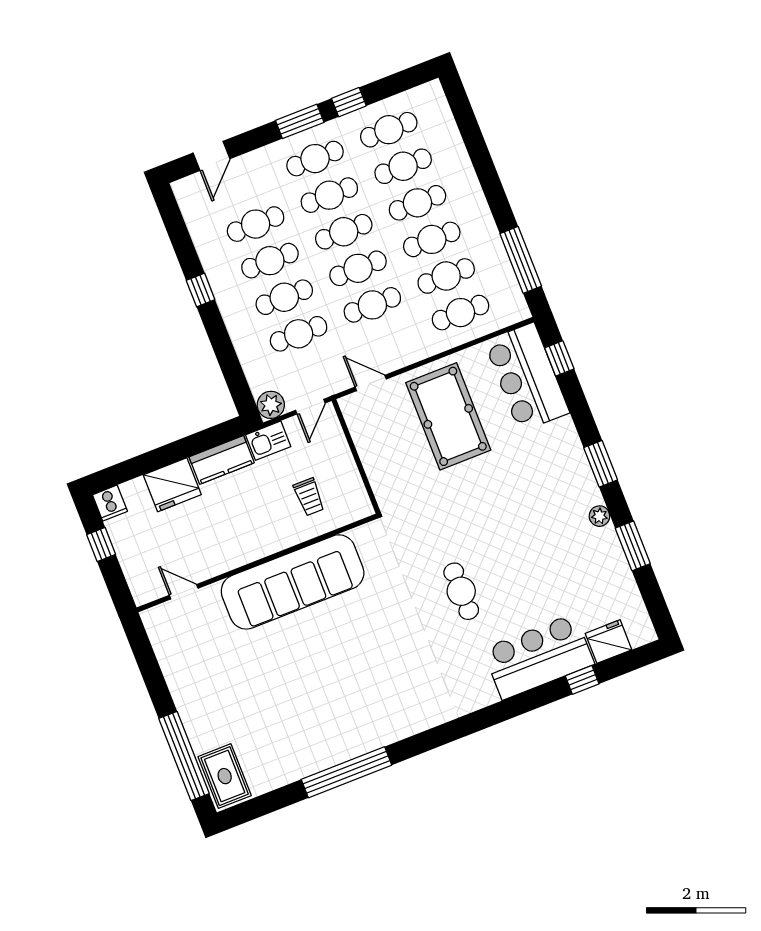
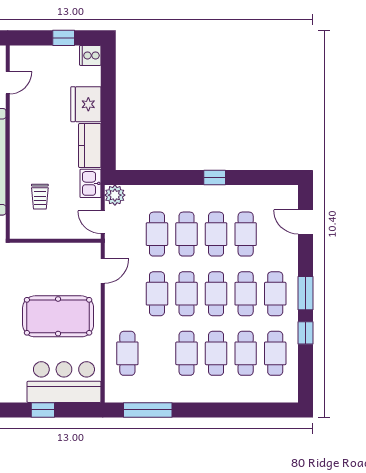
cafe table: (446, 276) -> (157, 353), removed
window: (559, 358) -> (43, 410), moved
trolley: (309, 497) -> (40, 197), turned -90

